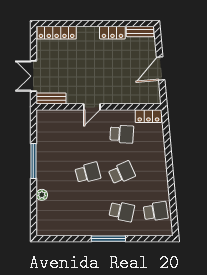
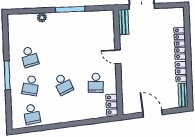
locker: (57, 33) -> (180, 43), moved
school desk: (88, 173) -> (29, 57), moved

